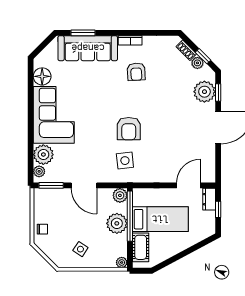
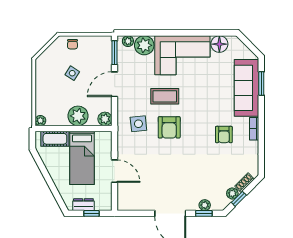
armchair: (136, 72) -> (224, 135), turned -87
plant: (204, 92) -> (205, 205), width x0.53, depth x0.53
armchair: (129, 129) -> (169, 127), turned -90
coffee table: (96, 133) -> (165, 96), added
door: (188, 185) -> (115, 171), moved
dresser: (209, 199) -> (83, 205), moved
window: (130, 216) -> (85, 129), removed
side table: (80, 249) -> (72, 73), moved

